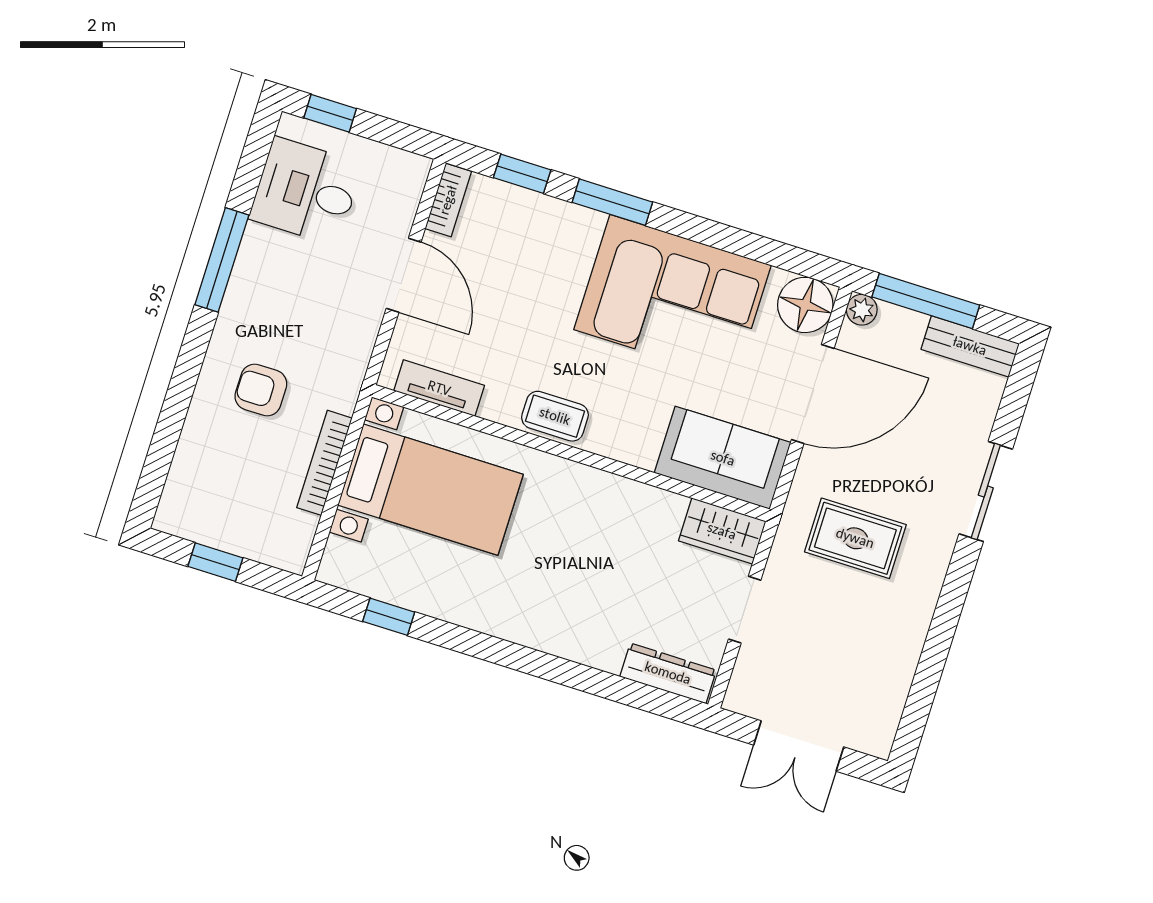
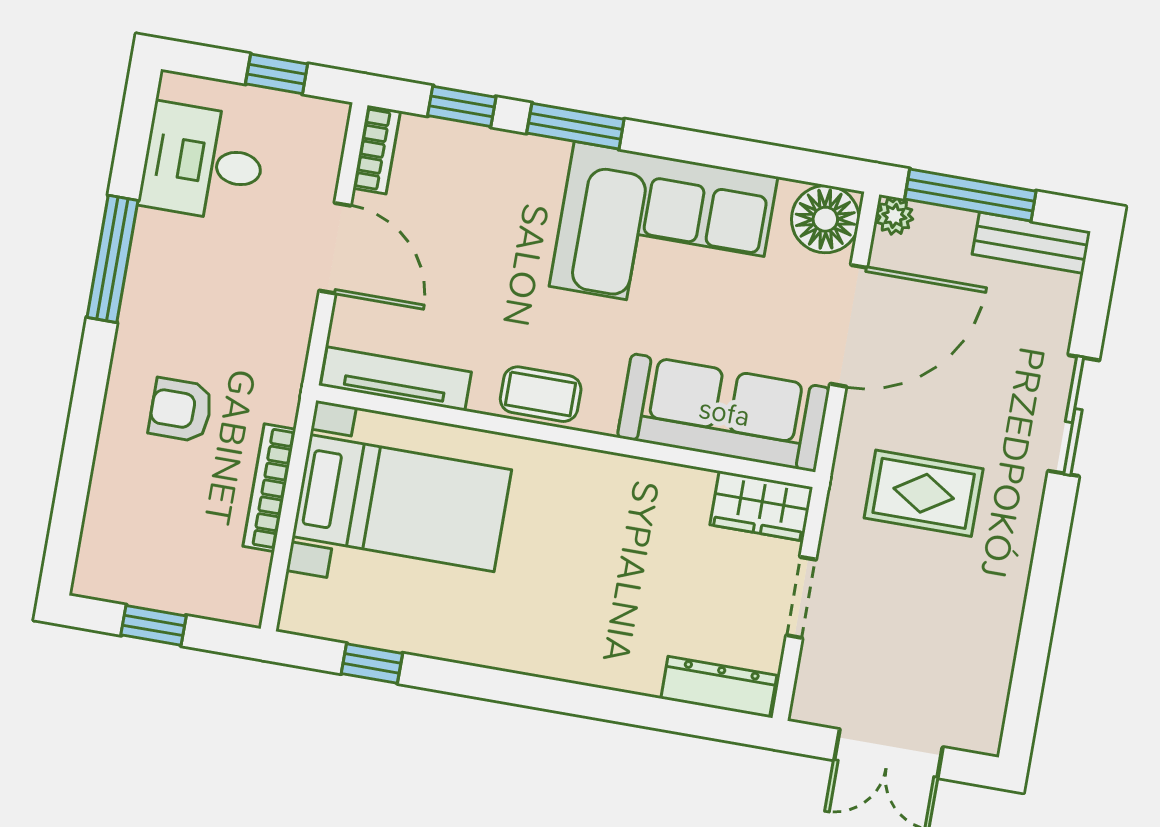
window: (330, 113) -> (277, 74), moved
tv unit: (439, 388) -> (396, 379), width x1.41
sofa: (723, 458) -> (724, 413), width x1.36

